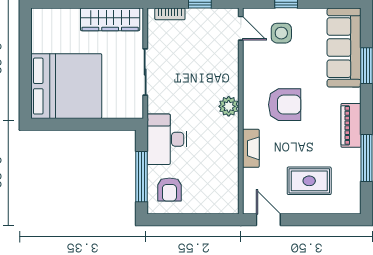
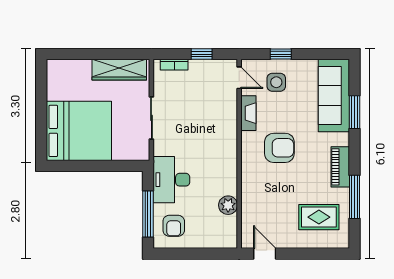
plant: (229, 106) -> (228, 205), moved
fireplace: (251, 148) -> (248, 113), moved
rug: (309, 181) -> (319, 217), moved

